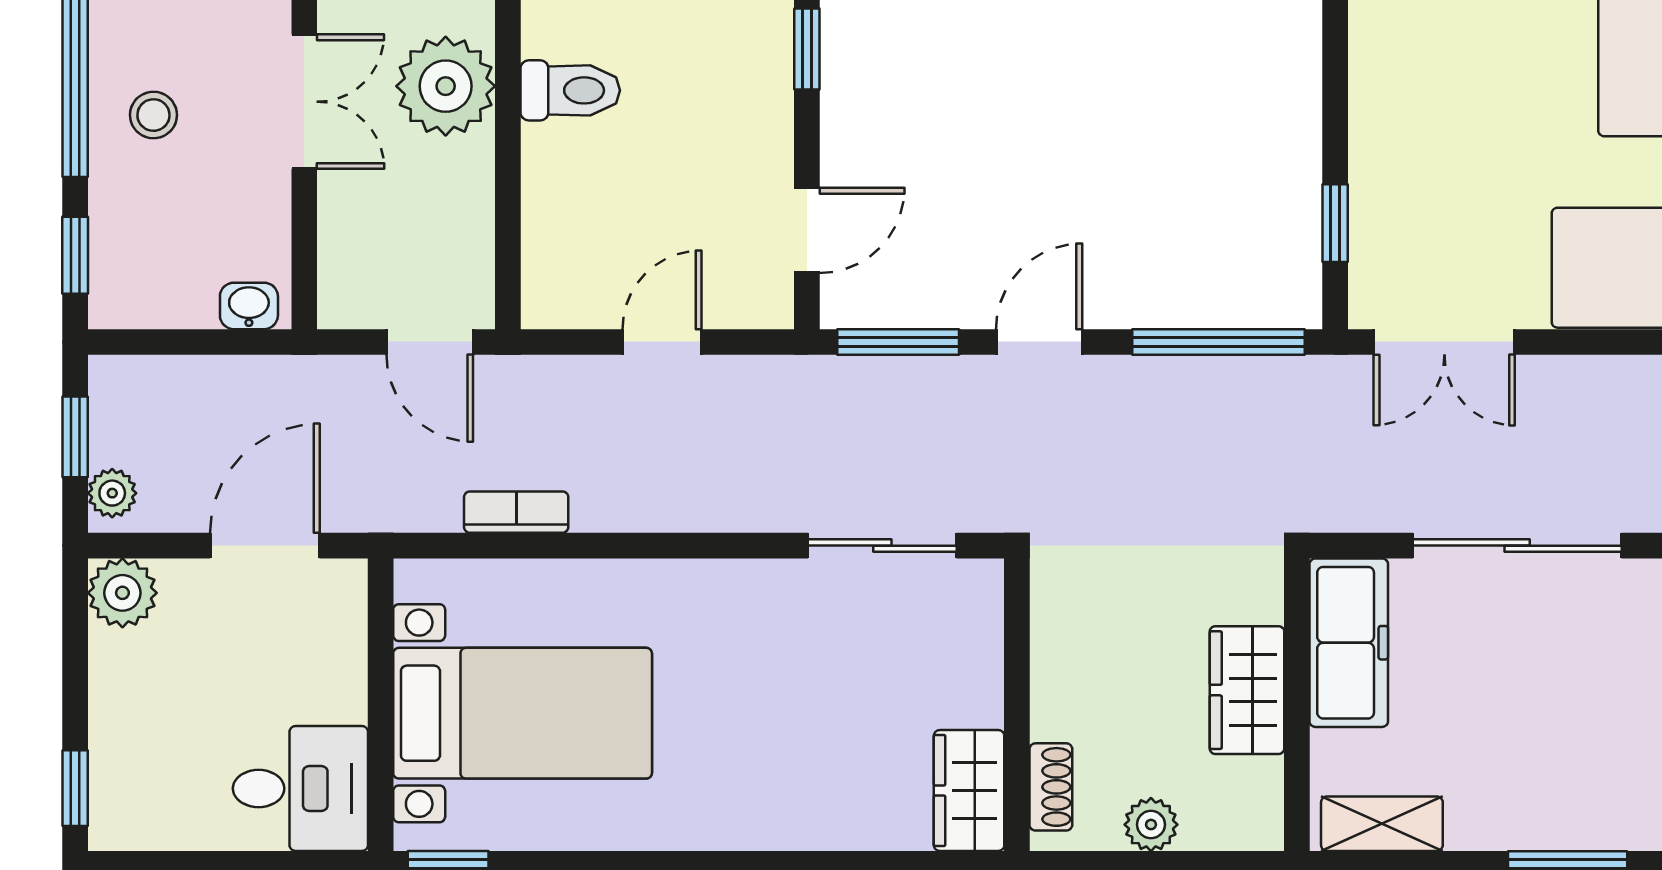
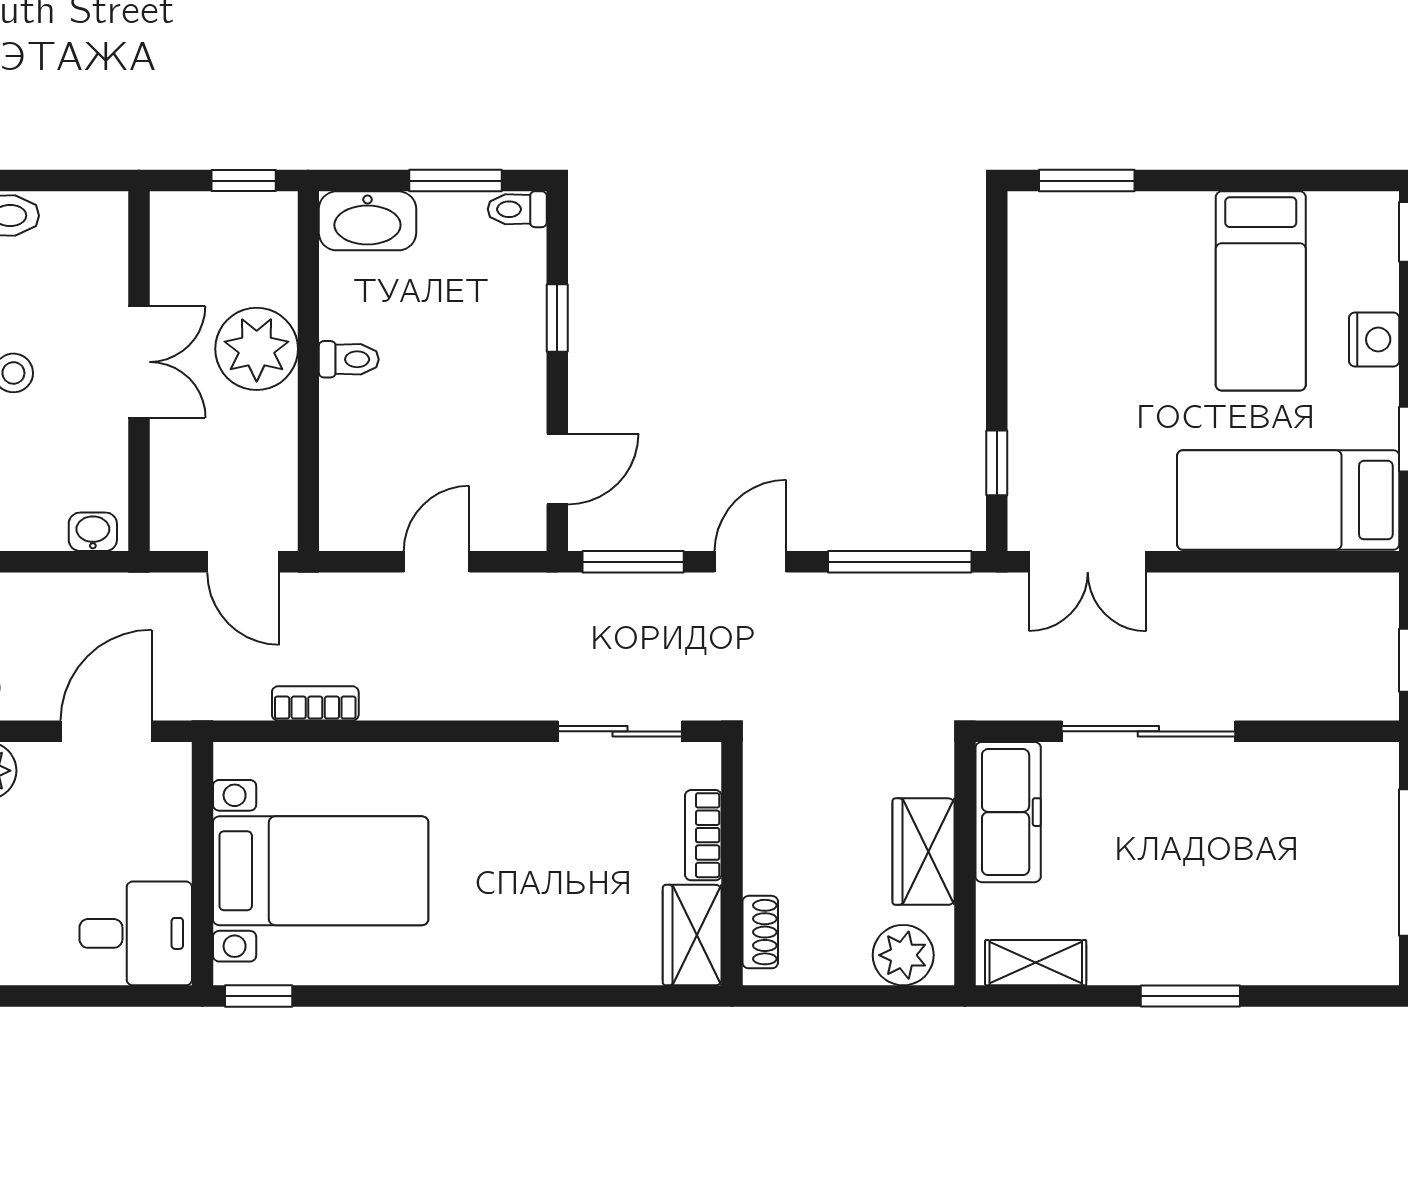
toilet: (570, 90) -> (349, 359), width x0.73, depth x0.72
bookcase: (982, 670) -> (703, 835), added
plant: (1151, 825) -> (903, 955), moved, width x1.38, depth x1.38

